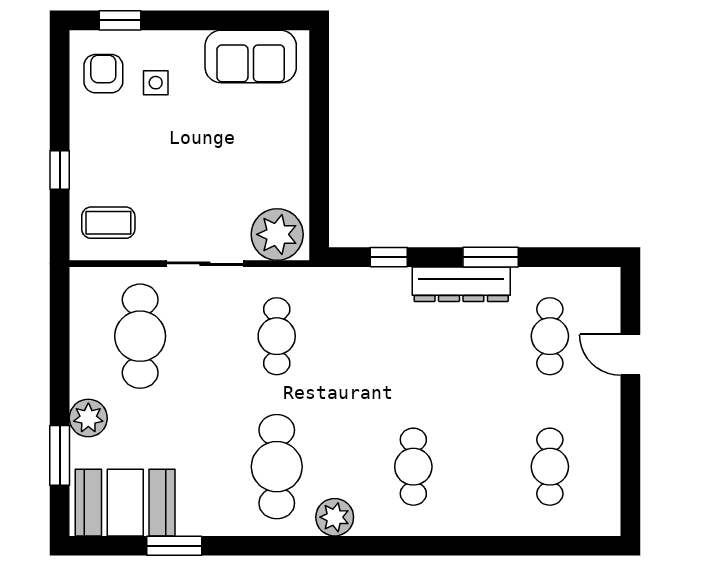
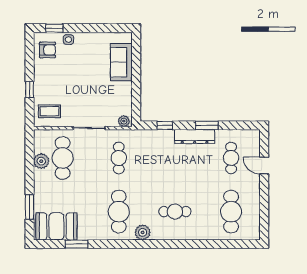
sofa: (251, 56) -> (121, 62), moved, turned 90
armchair: (103, 74) -> (47, 50), turned 90
side table: (156, 83) -> (68, 40), moved
plant: (277, 234) -> (124, 121), width x0.53, depth x0.53
plant: (88, 418) -> (41, 161), moved
cafe table: (413, 467) -> (175, 212), turned 90
cafe table: (550, 467) -> (231, 212), width x1.37, depth x1.35

